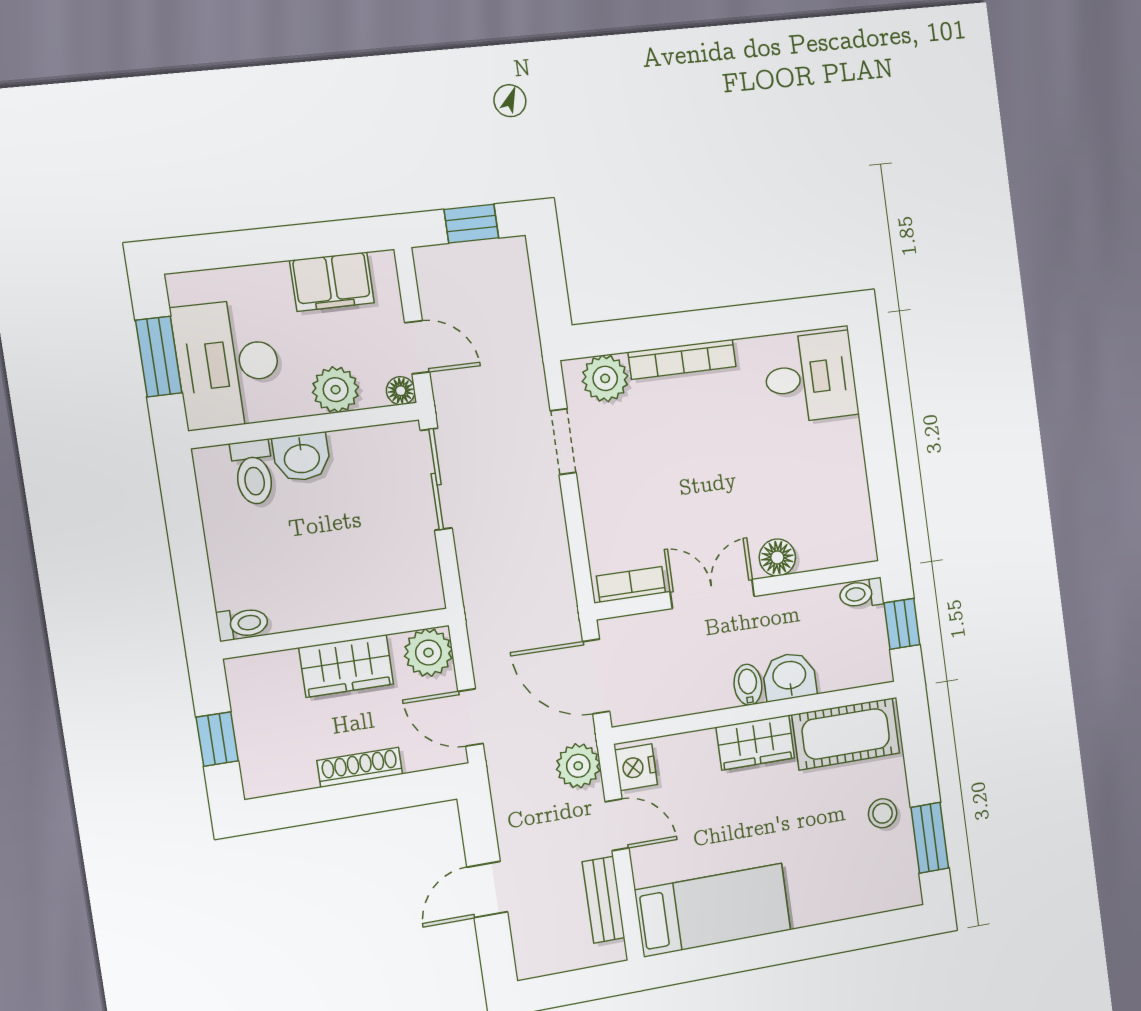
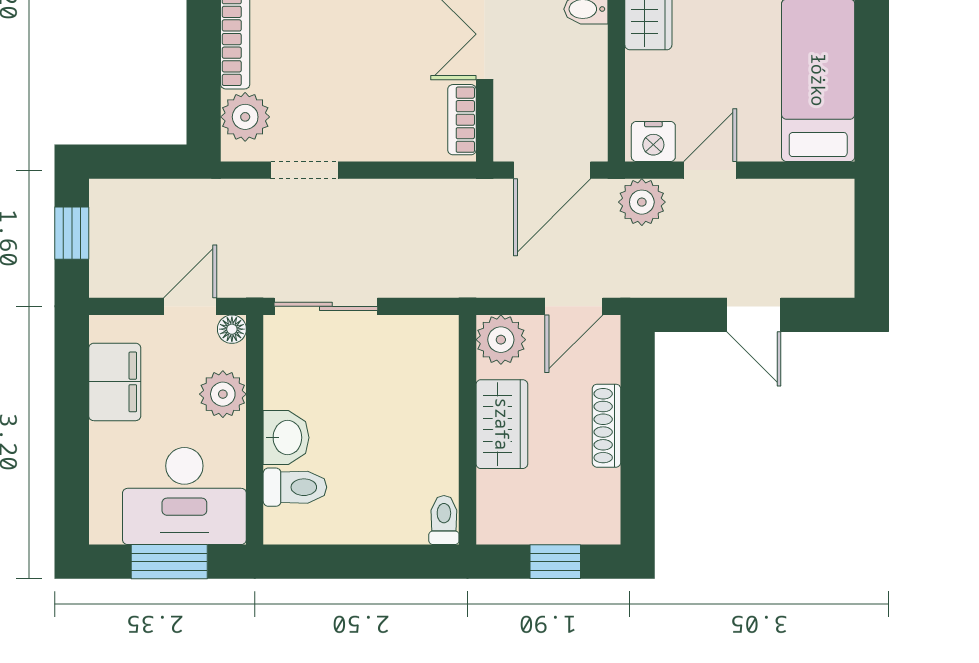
bench: (604, 900) -> (786, 195), removed

